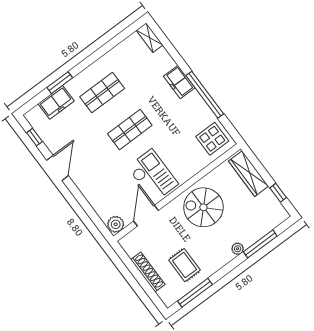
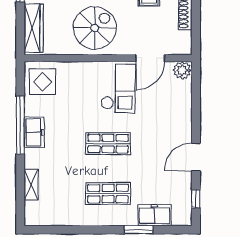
shelving: (150, 38) -> (31, 185), moved
freezer: (179, 82) -> (34, 132), moved
checkout: (153, 176) -> (118, 89), turned 180
spiral stairs: (203, 207) -> (95, 28), turned -90

